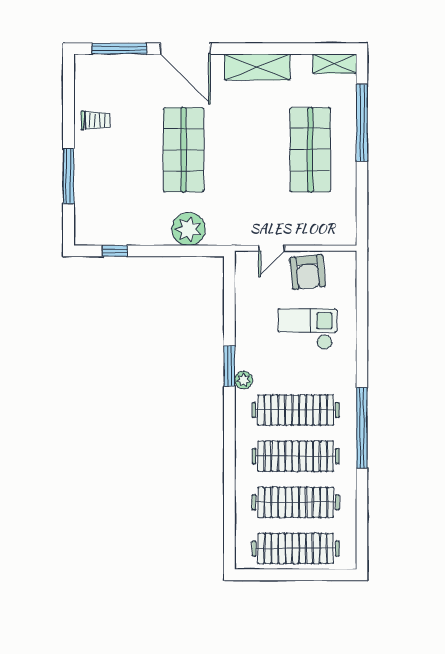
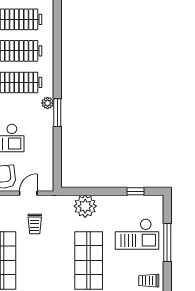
checkout: (113, 188) -> (137, 234), added
trolley: (262, 203) -> (35, 224), added

